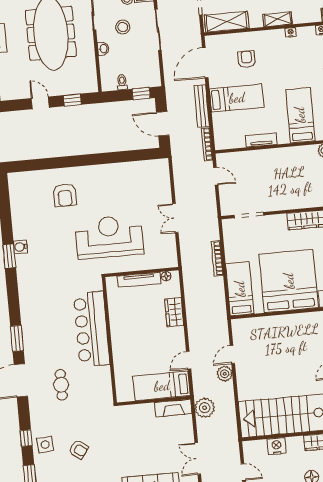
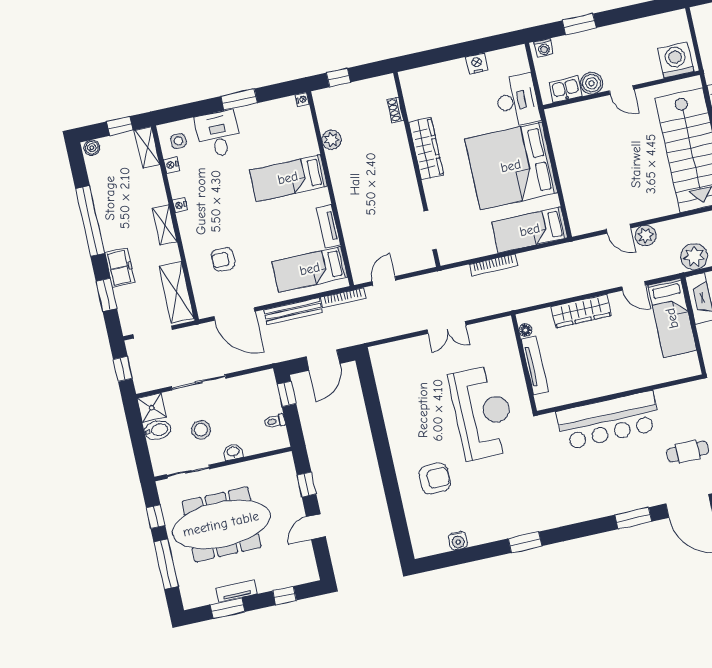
bed: (237, 98) -> (310, 269), moved, turned -90
reception desk: (109, 237) -> (483, 412), turned 180
water cooler: (20, 247) -> (458, 541), moved
wardrobe: (174, 312) -> (581, 311), width x1.50

